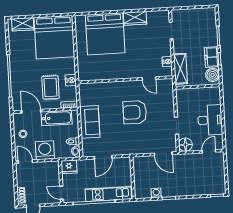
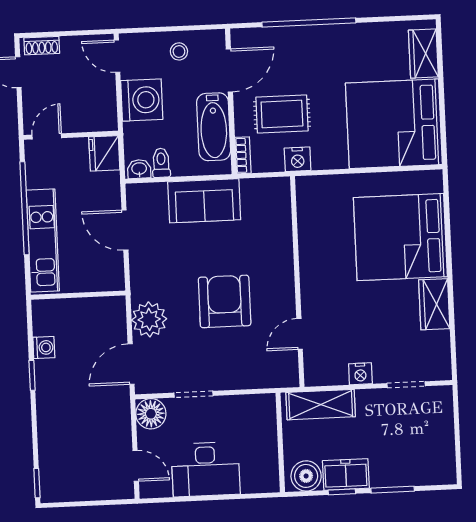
nightstand: (167, 62) -> (360, 374), moved
plant: (143, 146) -> (149, 319), added
door: (25, 162) -> (117, 56), swing flipped

